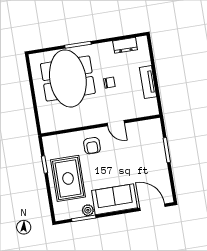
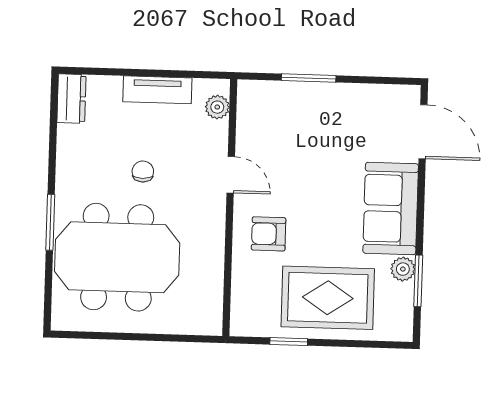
dresser: (125, 45) -> (71, 99), moved
plant: (145, 111) -> (217, 107), added
door: (116, 123) -> (231, 175), hinge flipped
armchair: (92, 146) -> (269, 234), turned 180
door: (152, 207) -> (423, 132), swing flipped

